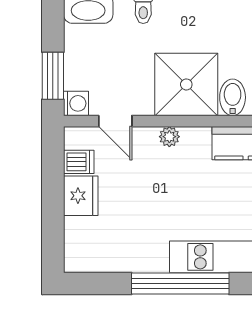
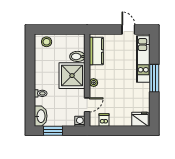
window: (53, 76) -> (53, 131), moved
fridge: (81, 196) -> (140, 119), moved
window: (180, 283) -> (154, 78), width x0.68

